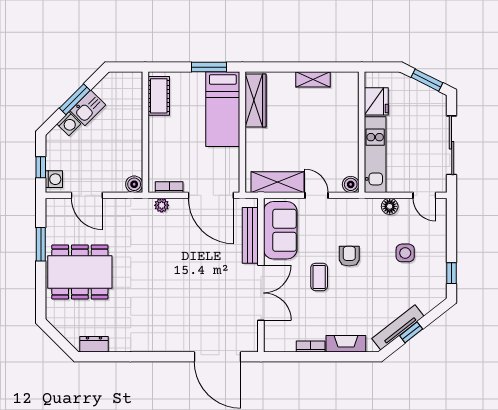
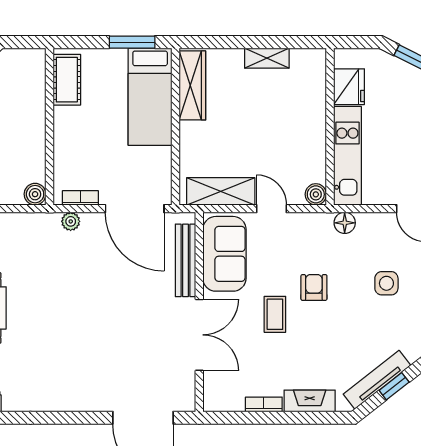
floor lamp: (390, 206) -> (345, 223), moved

